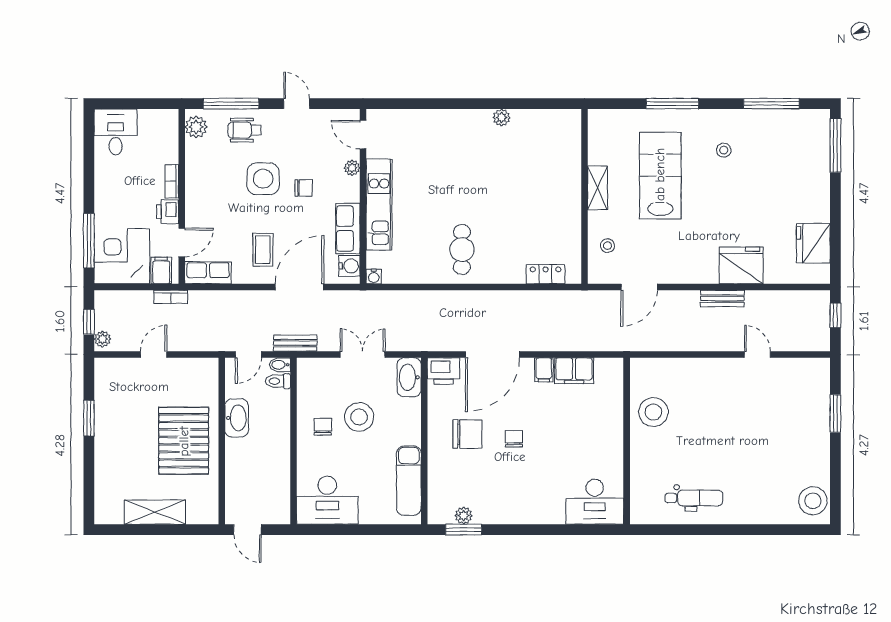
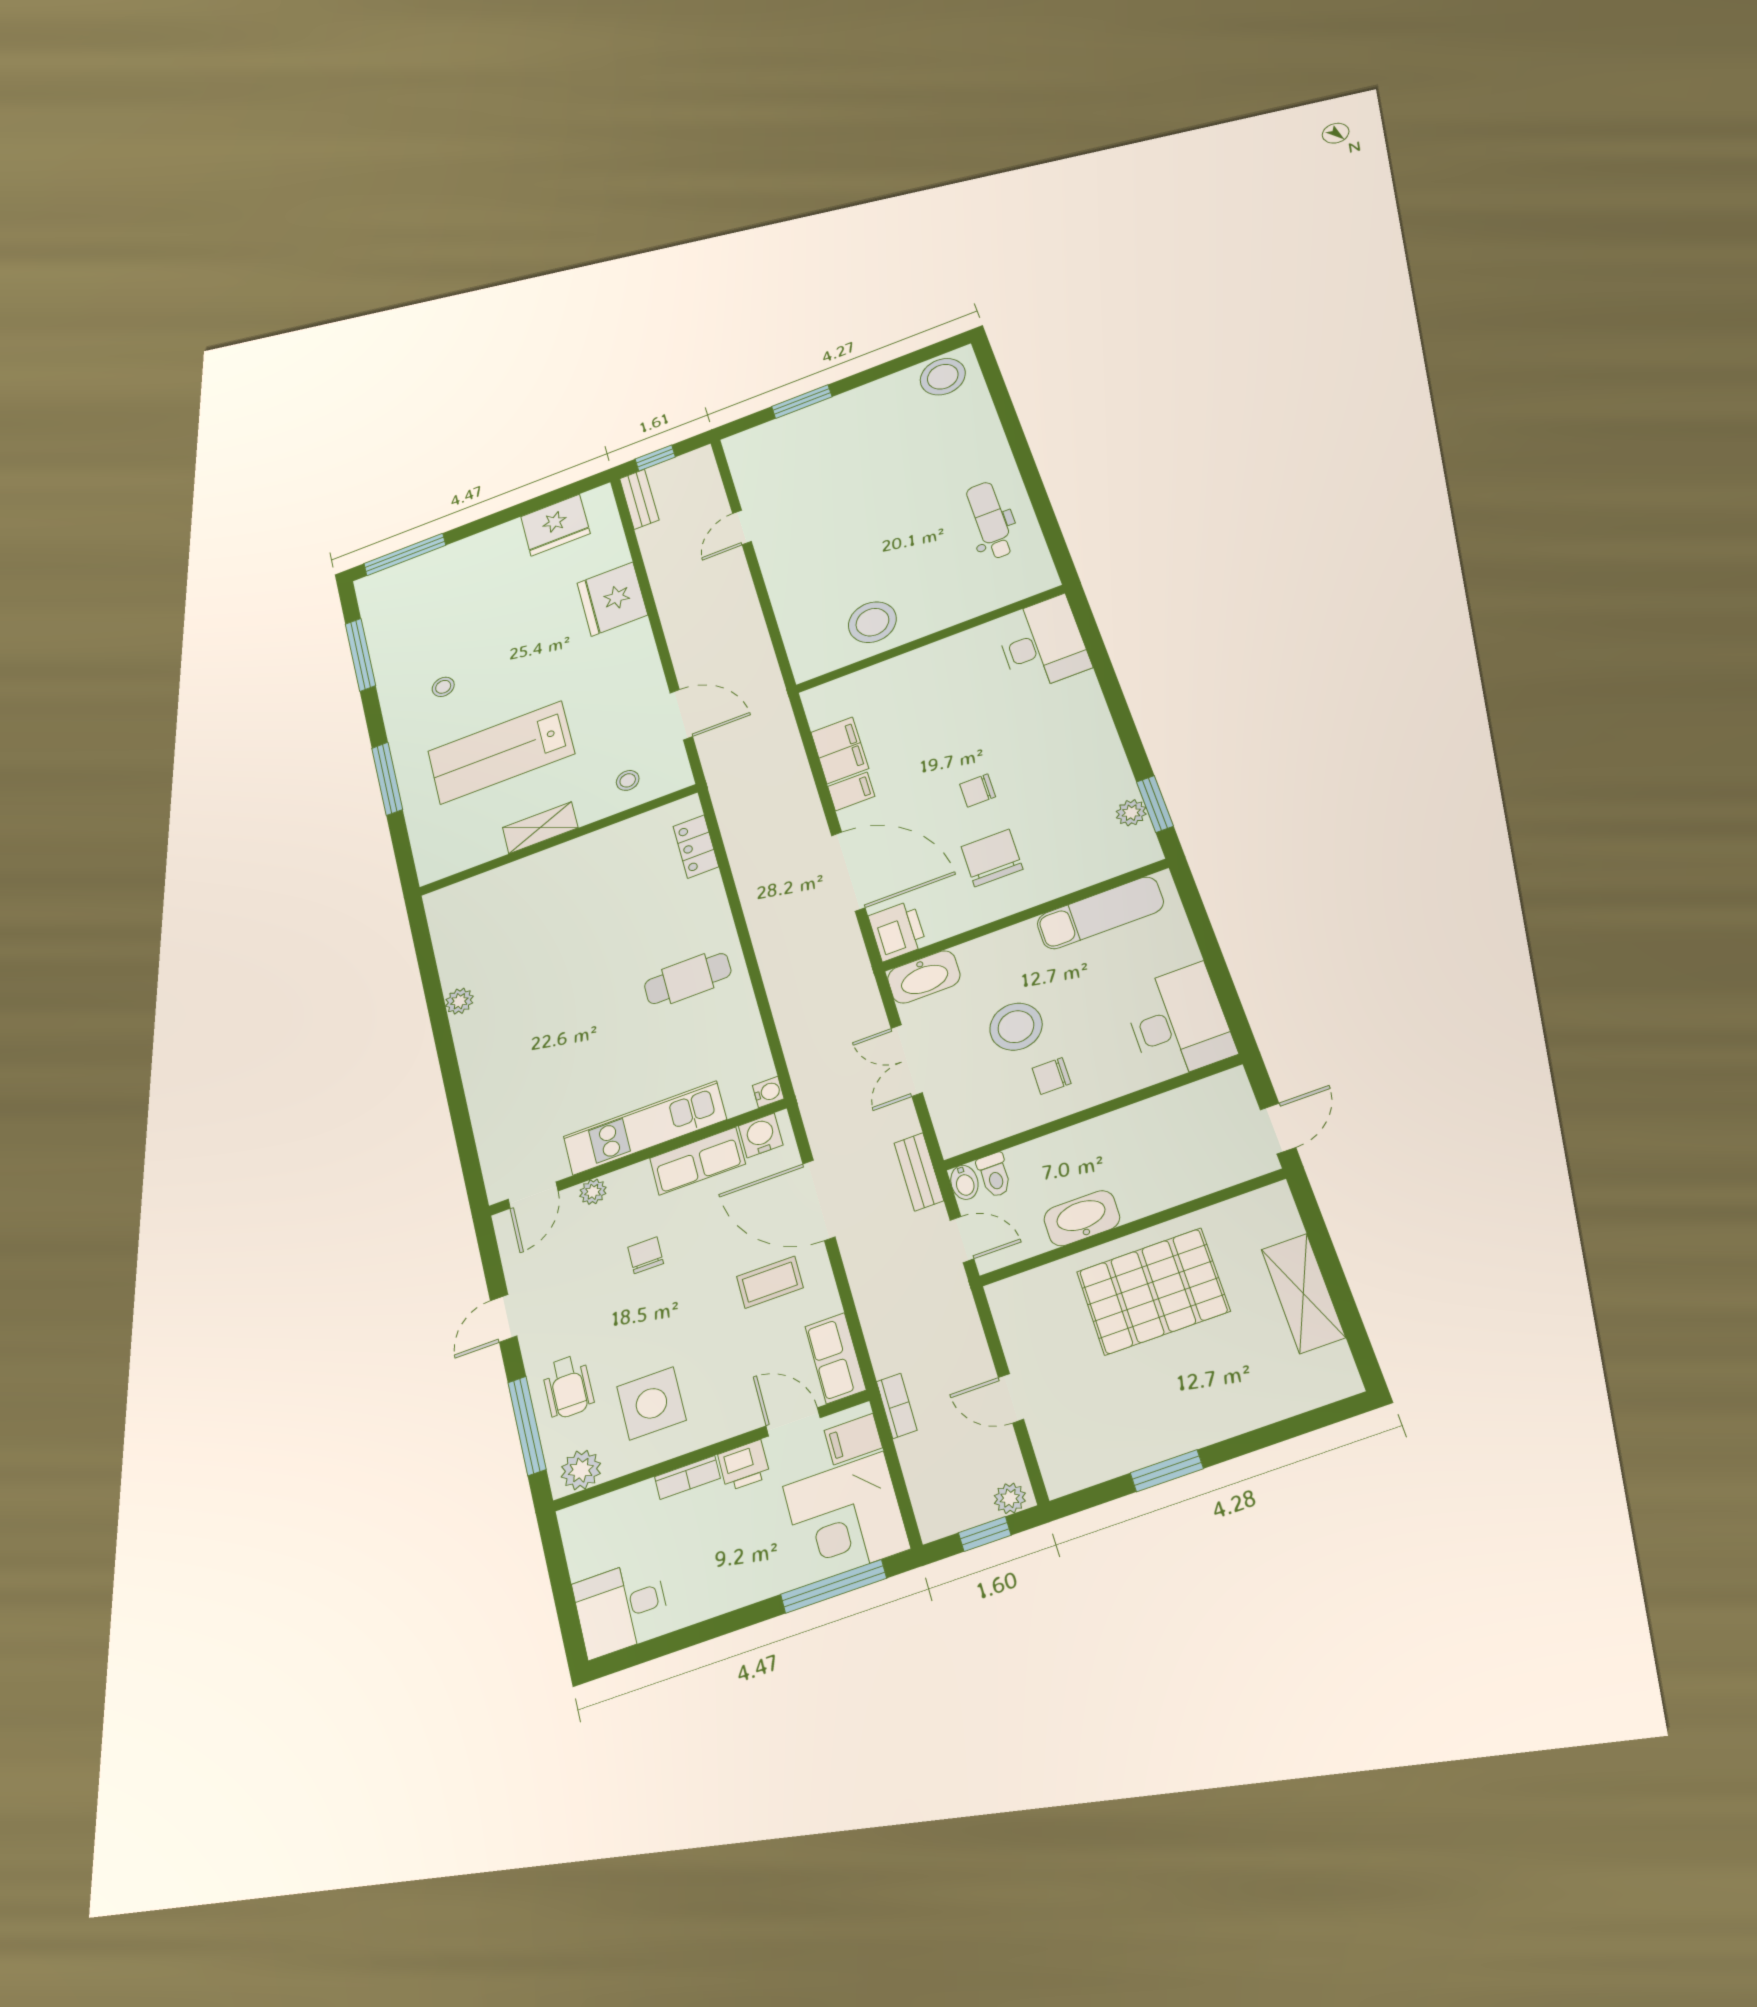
side table: (263, 179) -> (651, 1403), moved
bench: (722, 299) -> (639, 499), moved

